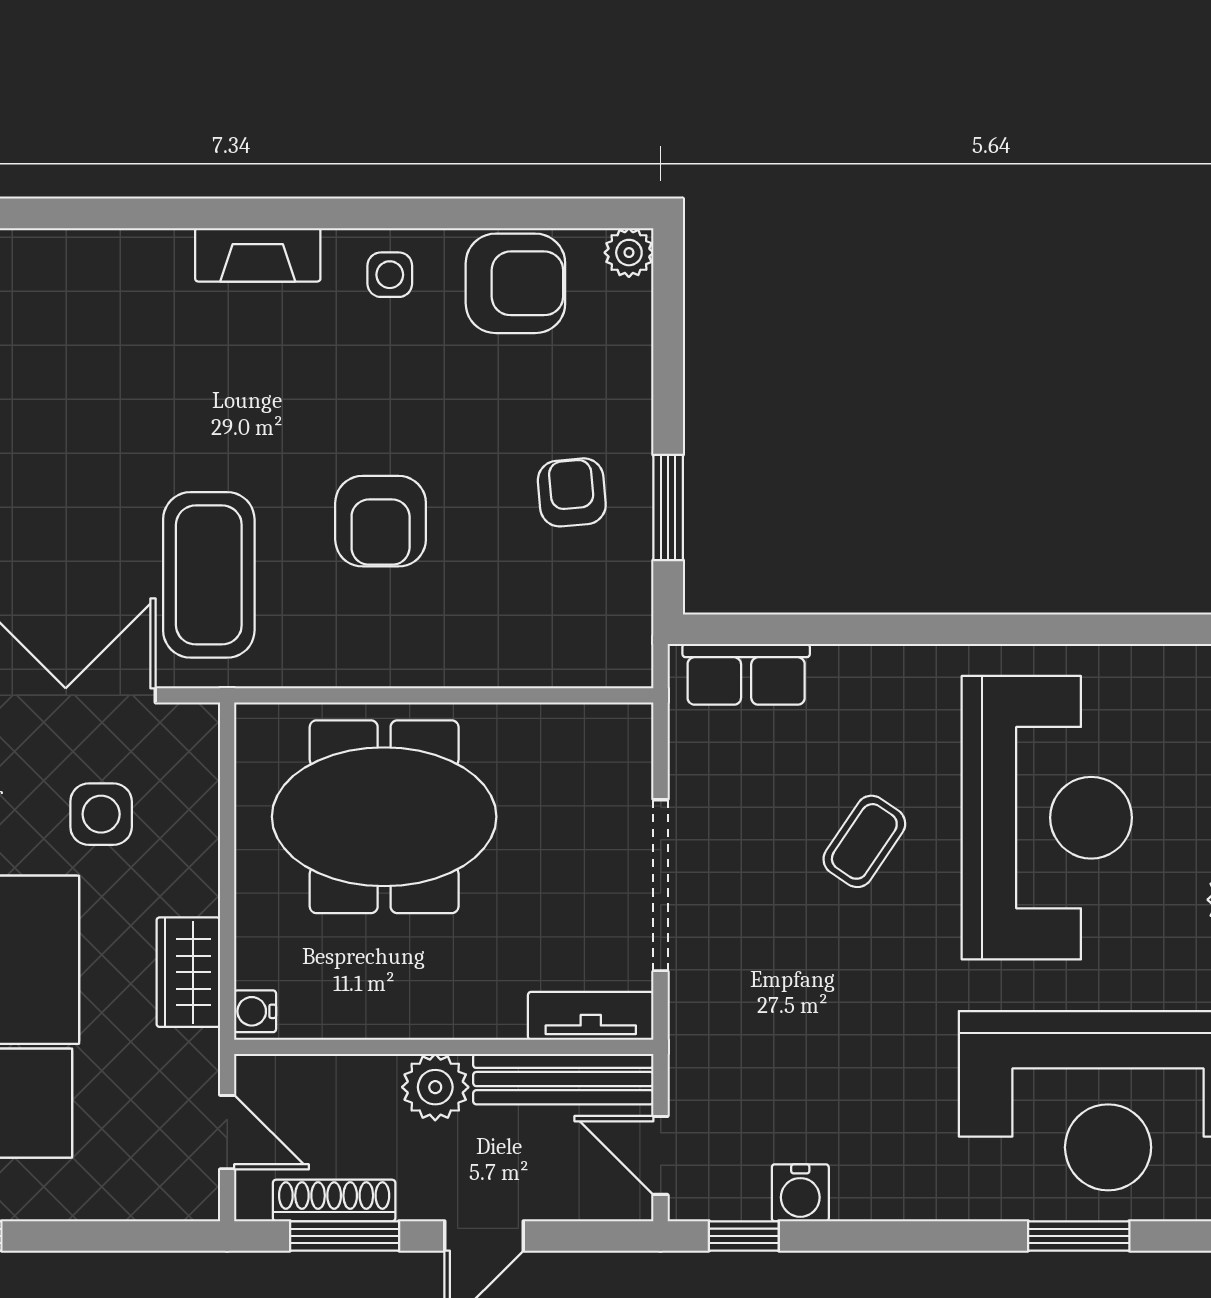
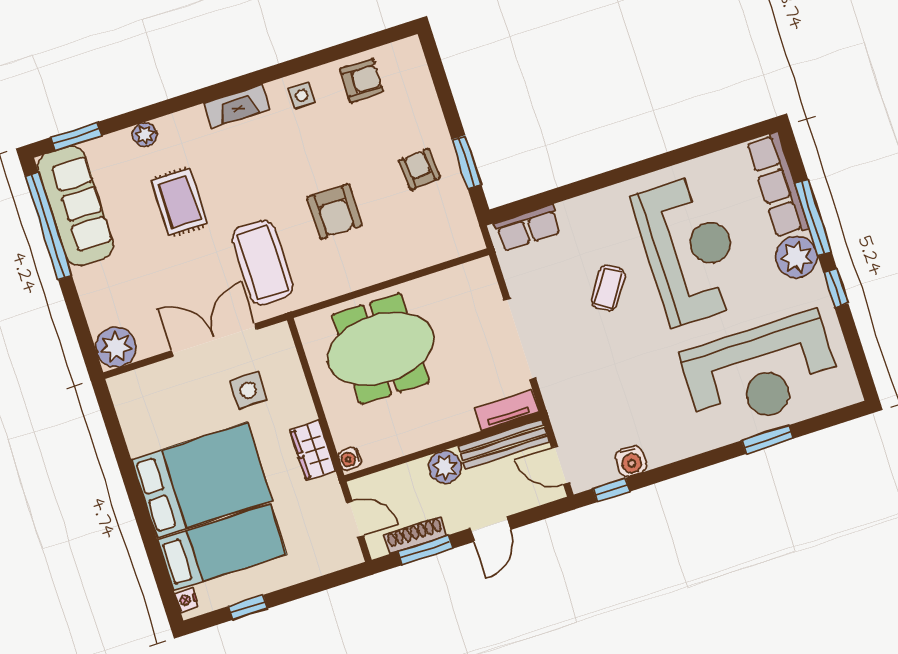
plant: (629, 253) -> (145, 135), moved
armchair: (515, 283) -> (362, 80), width x0.72, depth x0.72
rug: (85, 405) -> (179, 202), added

